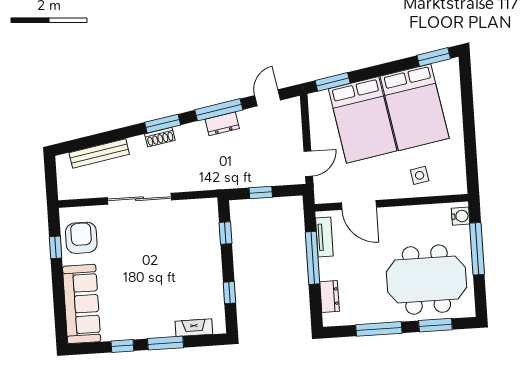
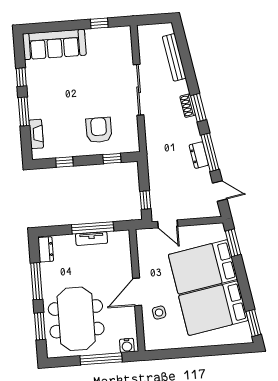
window: (261, 193) -> (145, 200), moved
door: (359, 205) -> (137, 292), moved
tv unit: (324, 237) -> (91, 239), moved
armchair: (81, 238) -> (99, 130), moved, turned -90
dresser: (330, 296) -> (46, 249), moved, turned -90

